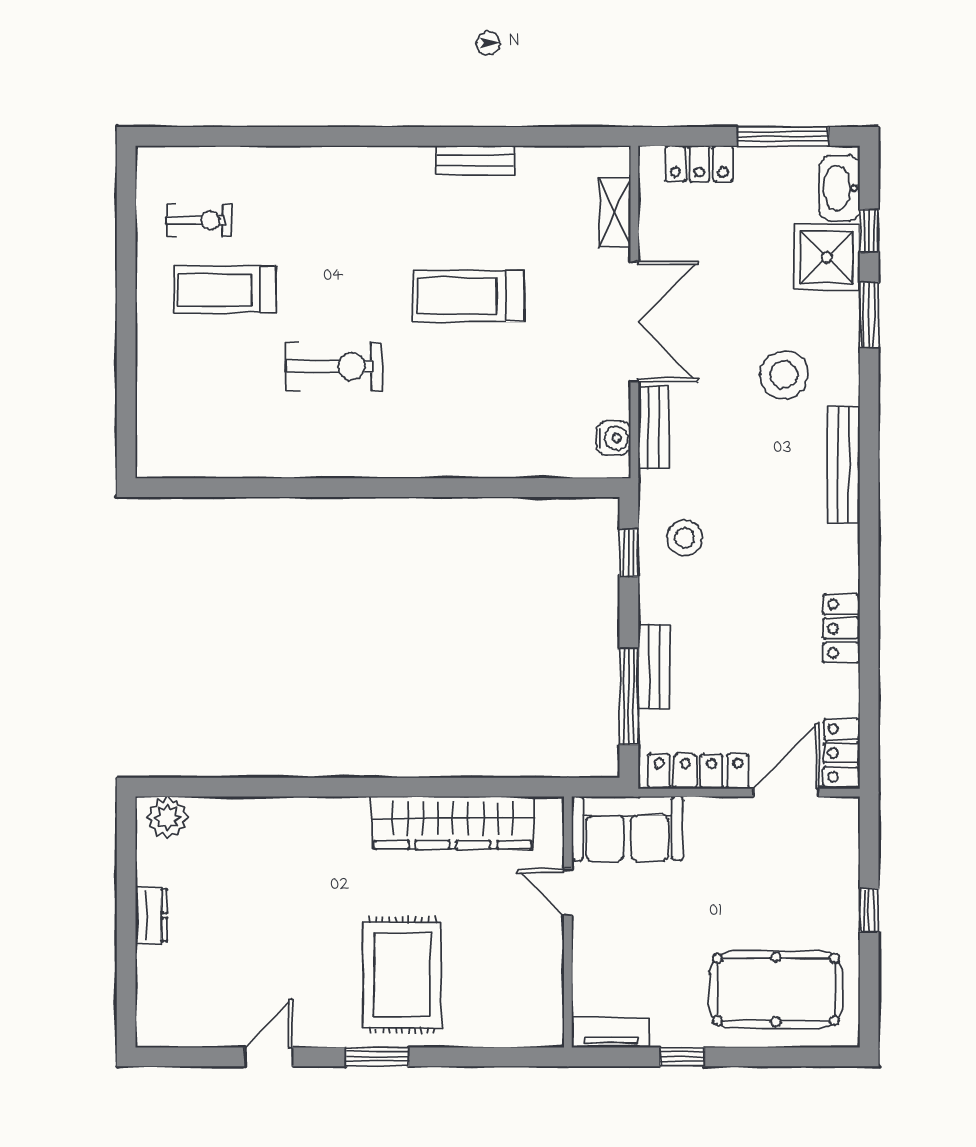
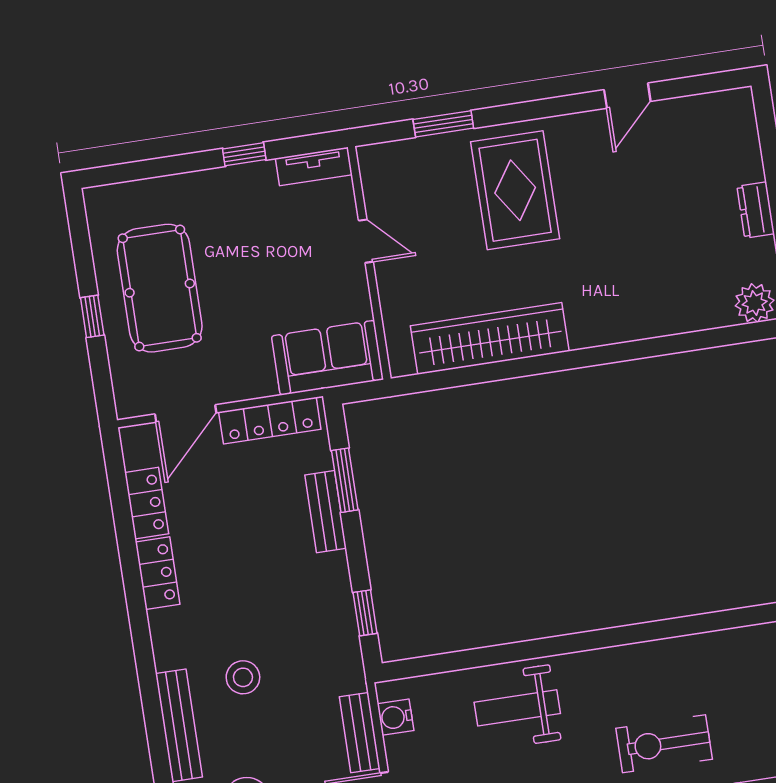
weight bench: (483, 428) -> (517, 708), added
stool: (685, 538) -> (243, 677), moved
window: (629, 696) -> (345, 480), width x0.69
locker: (842, 753) -> (147, 503), moved
door: (568, 892) -> (366, 241), moved
pool table: (776, 989) -> (160, 288), moved, turned 90
window: (377, 1057) -> (443, 124), moved

